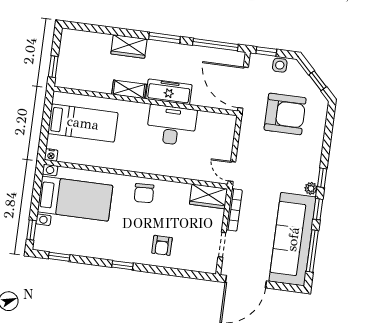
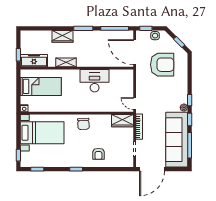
freezer: (169, 92) -> (34, 61), moved

